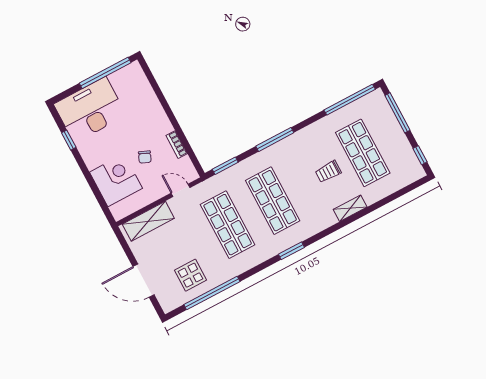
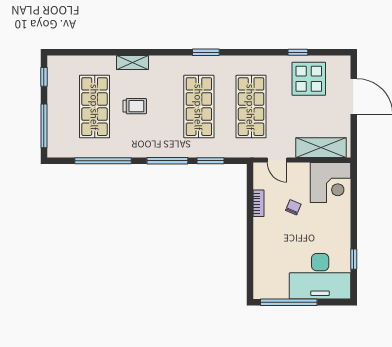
window: (350, 100) -> (103, 161), moved
window: (225, 166) -> (210, 161), moved
corner desk: (116, 180) -> (331, 183), moved, turned -90
display table: (191, 275) -> (309, 79), width x1.36, depth x1.36
window: (212, 293) -> (298, 52), width x0.32

